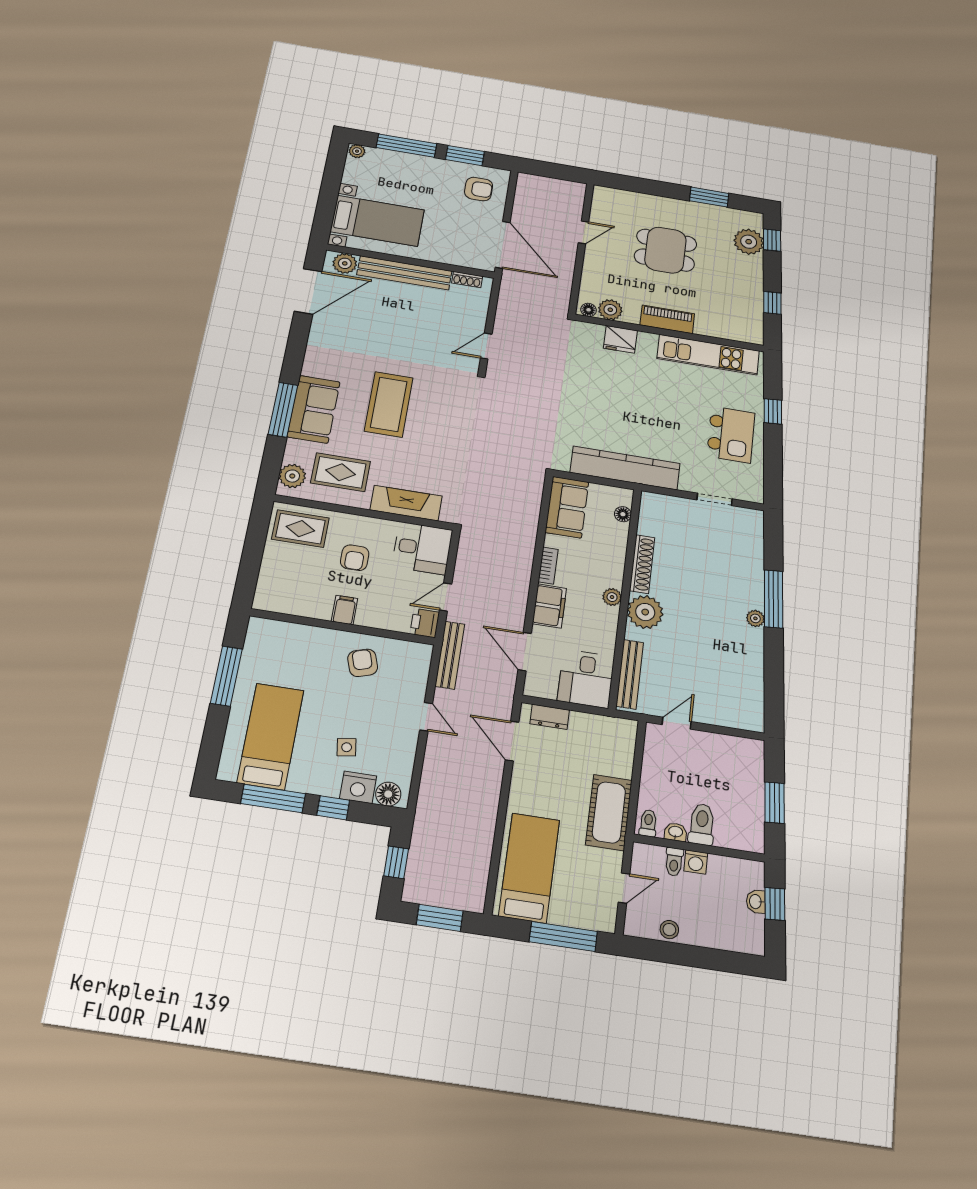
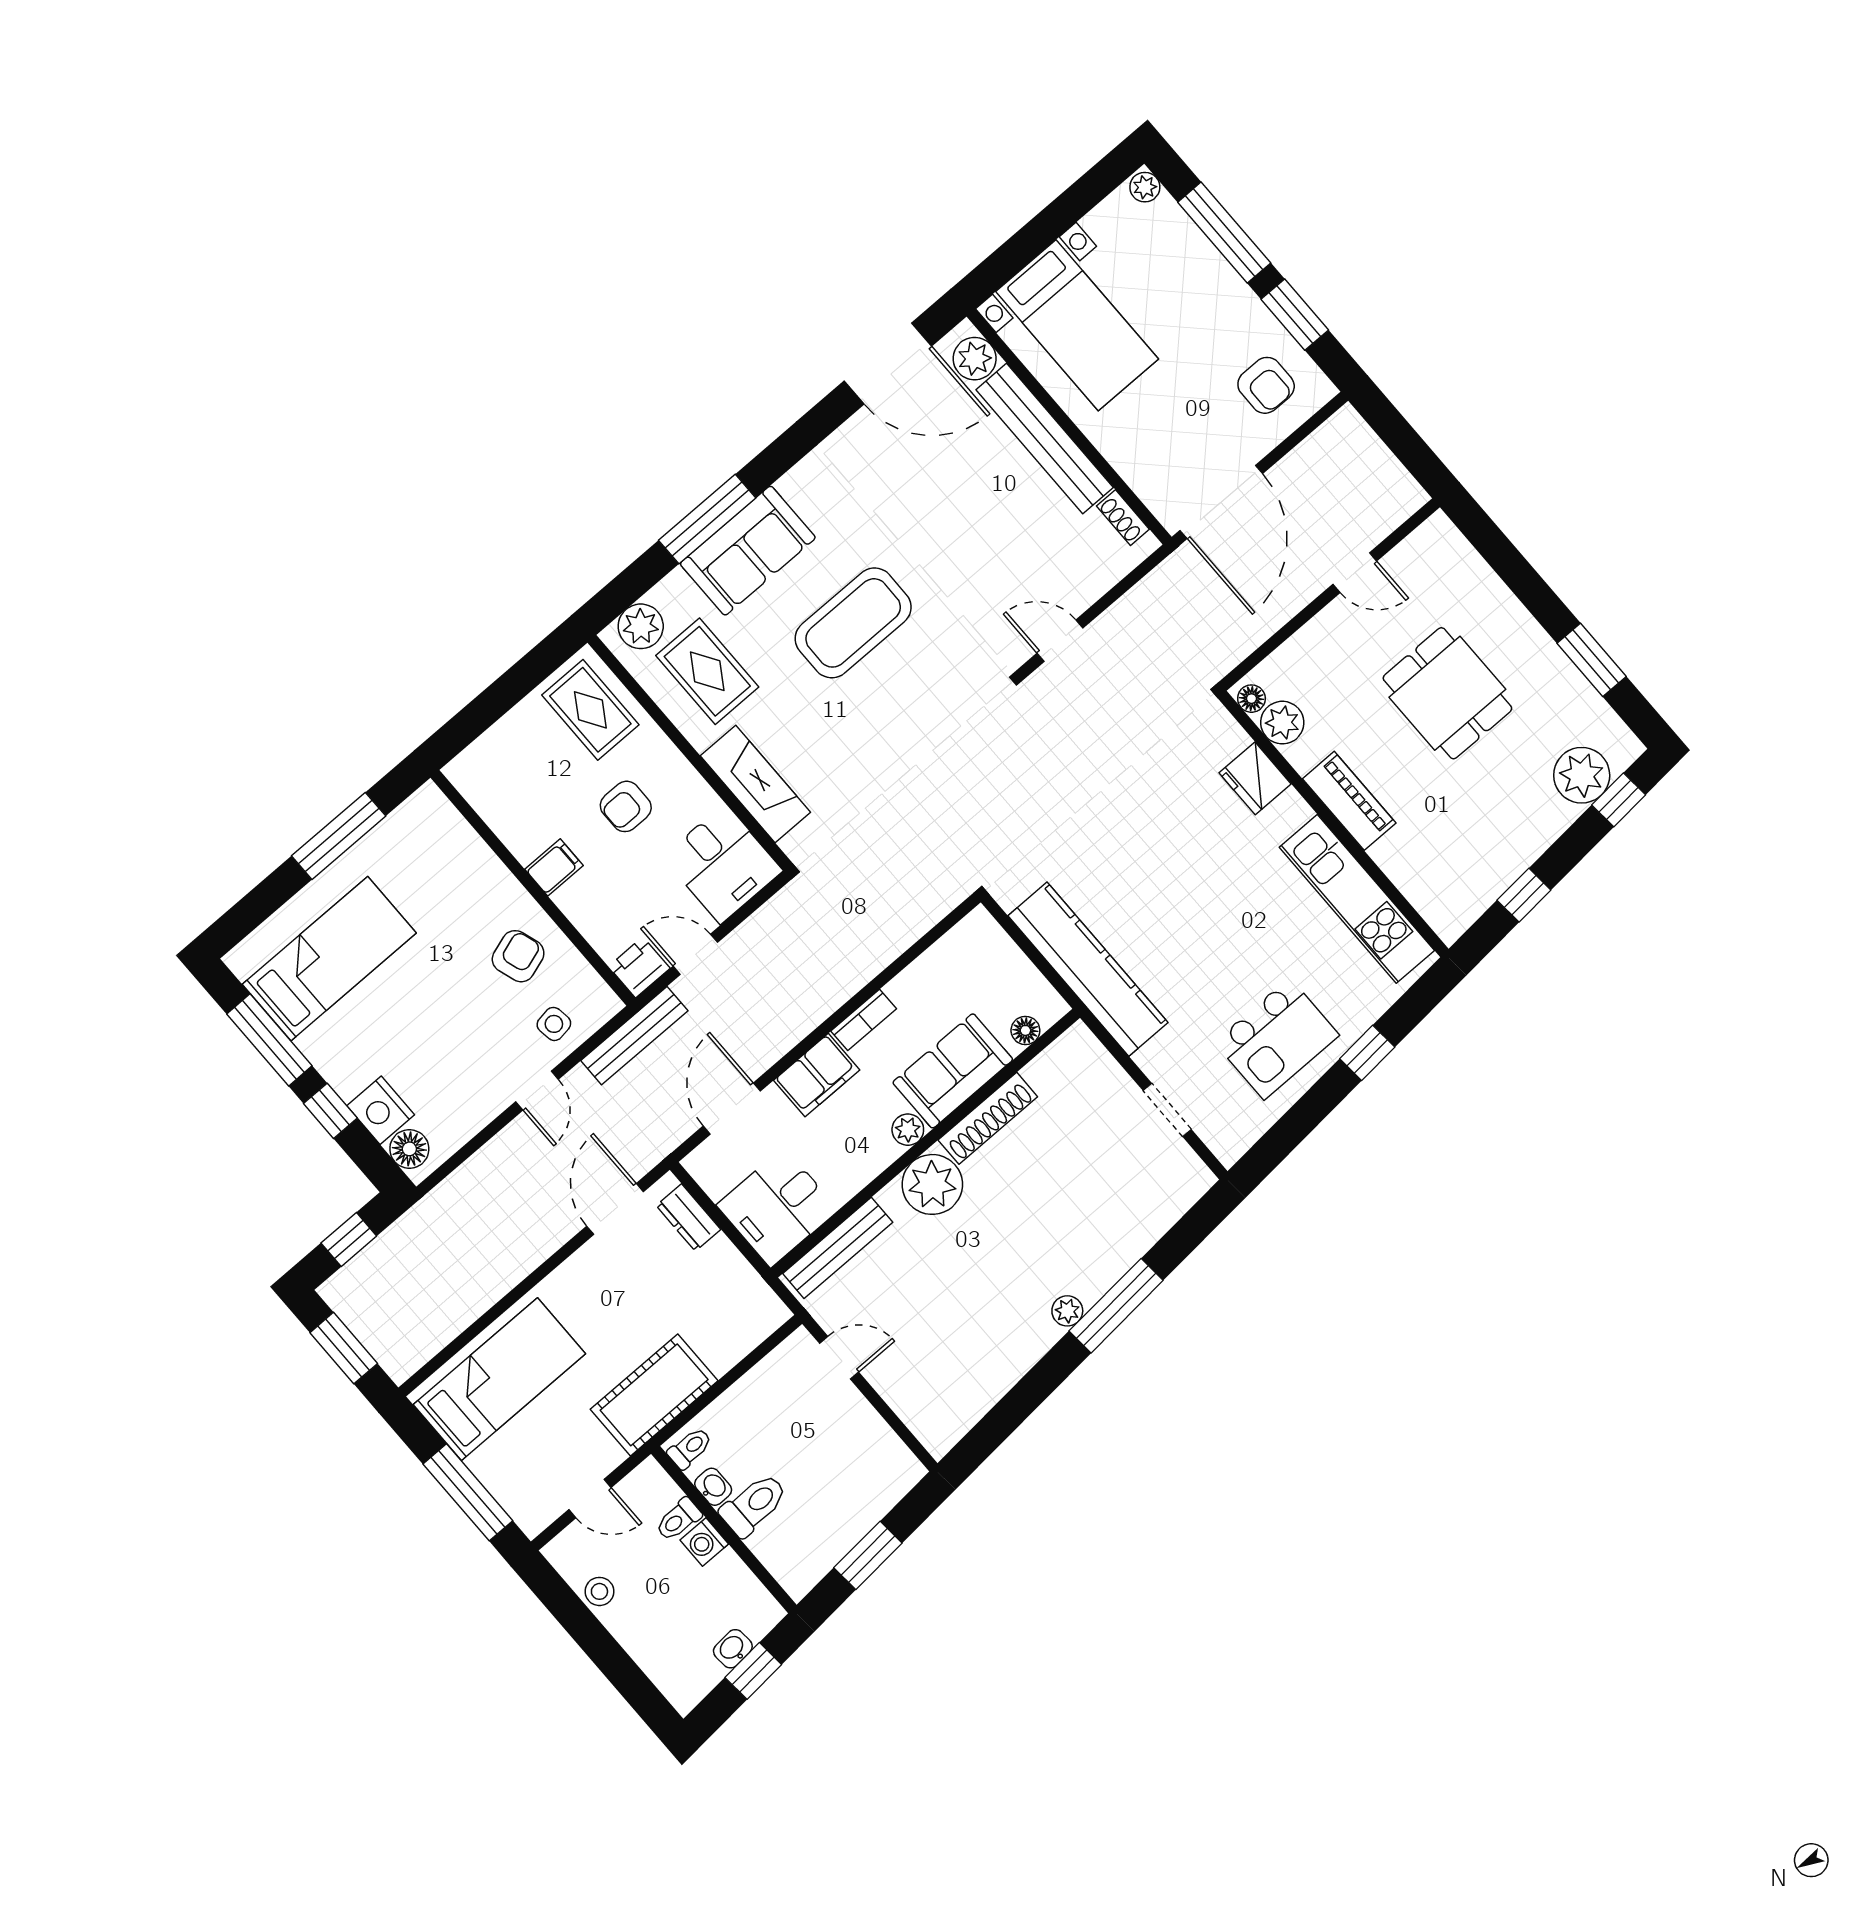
sofa: (567, 507) -> (953, 1071), moved, turned 180
side table: (347, 747) -> (554, 1024), moved

